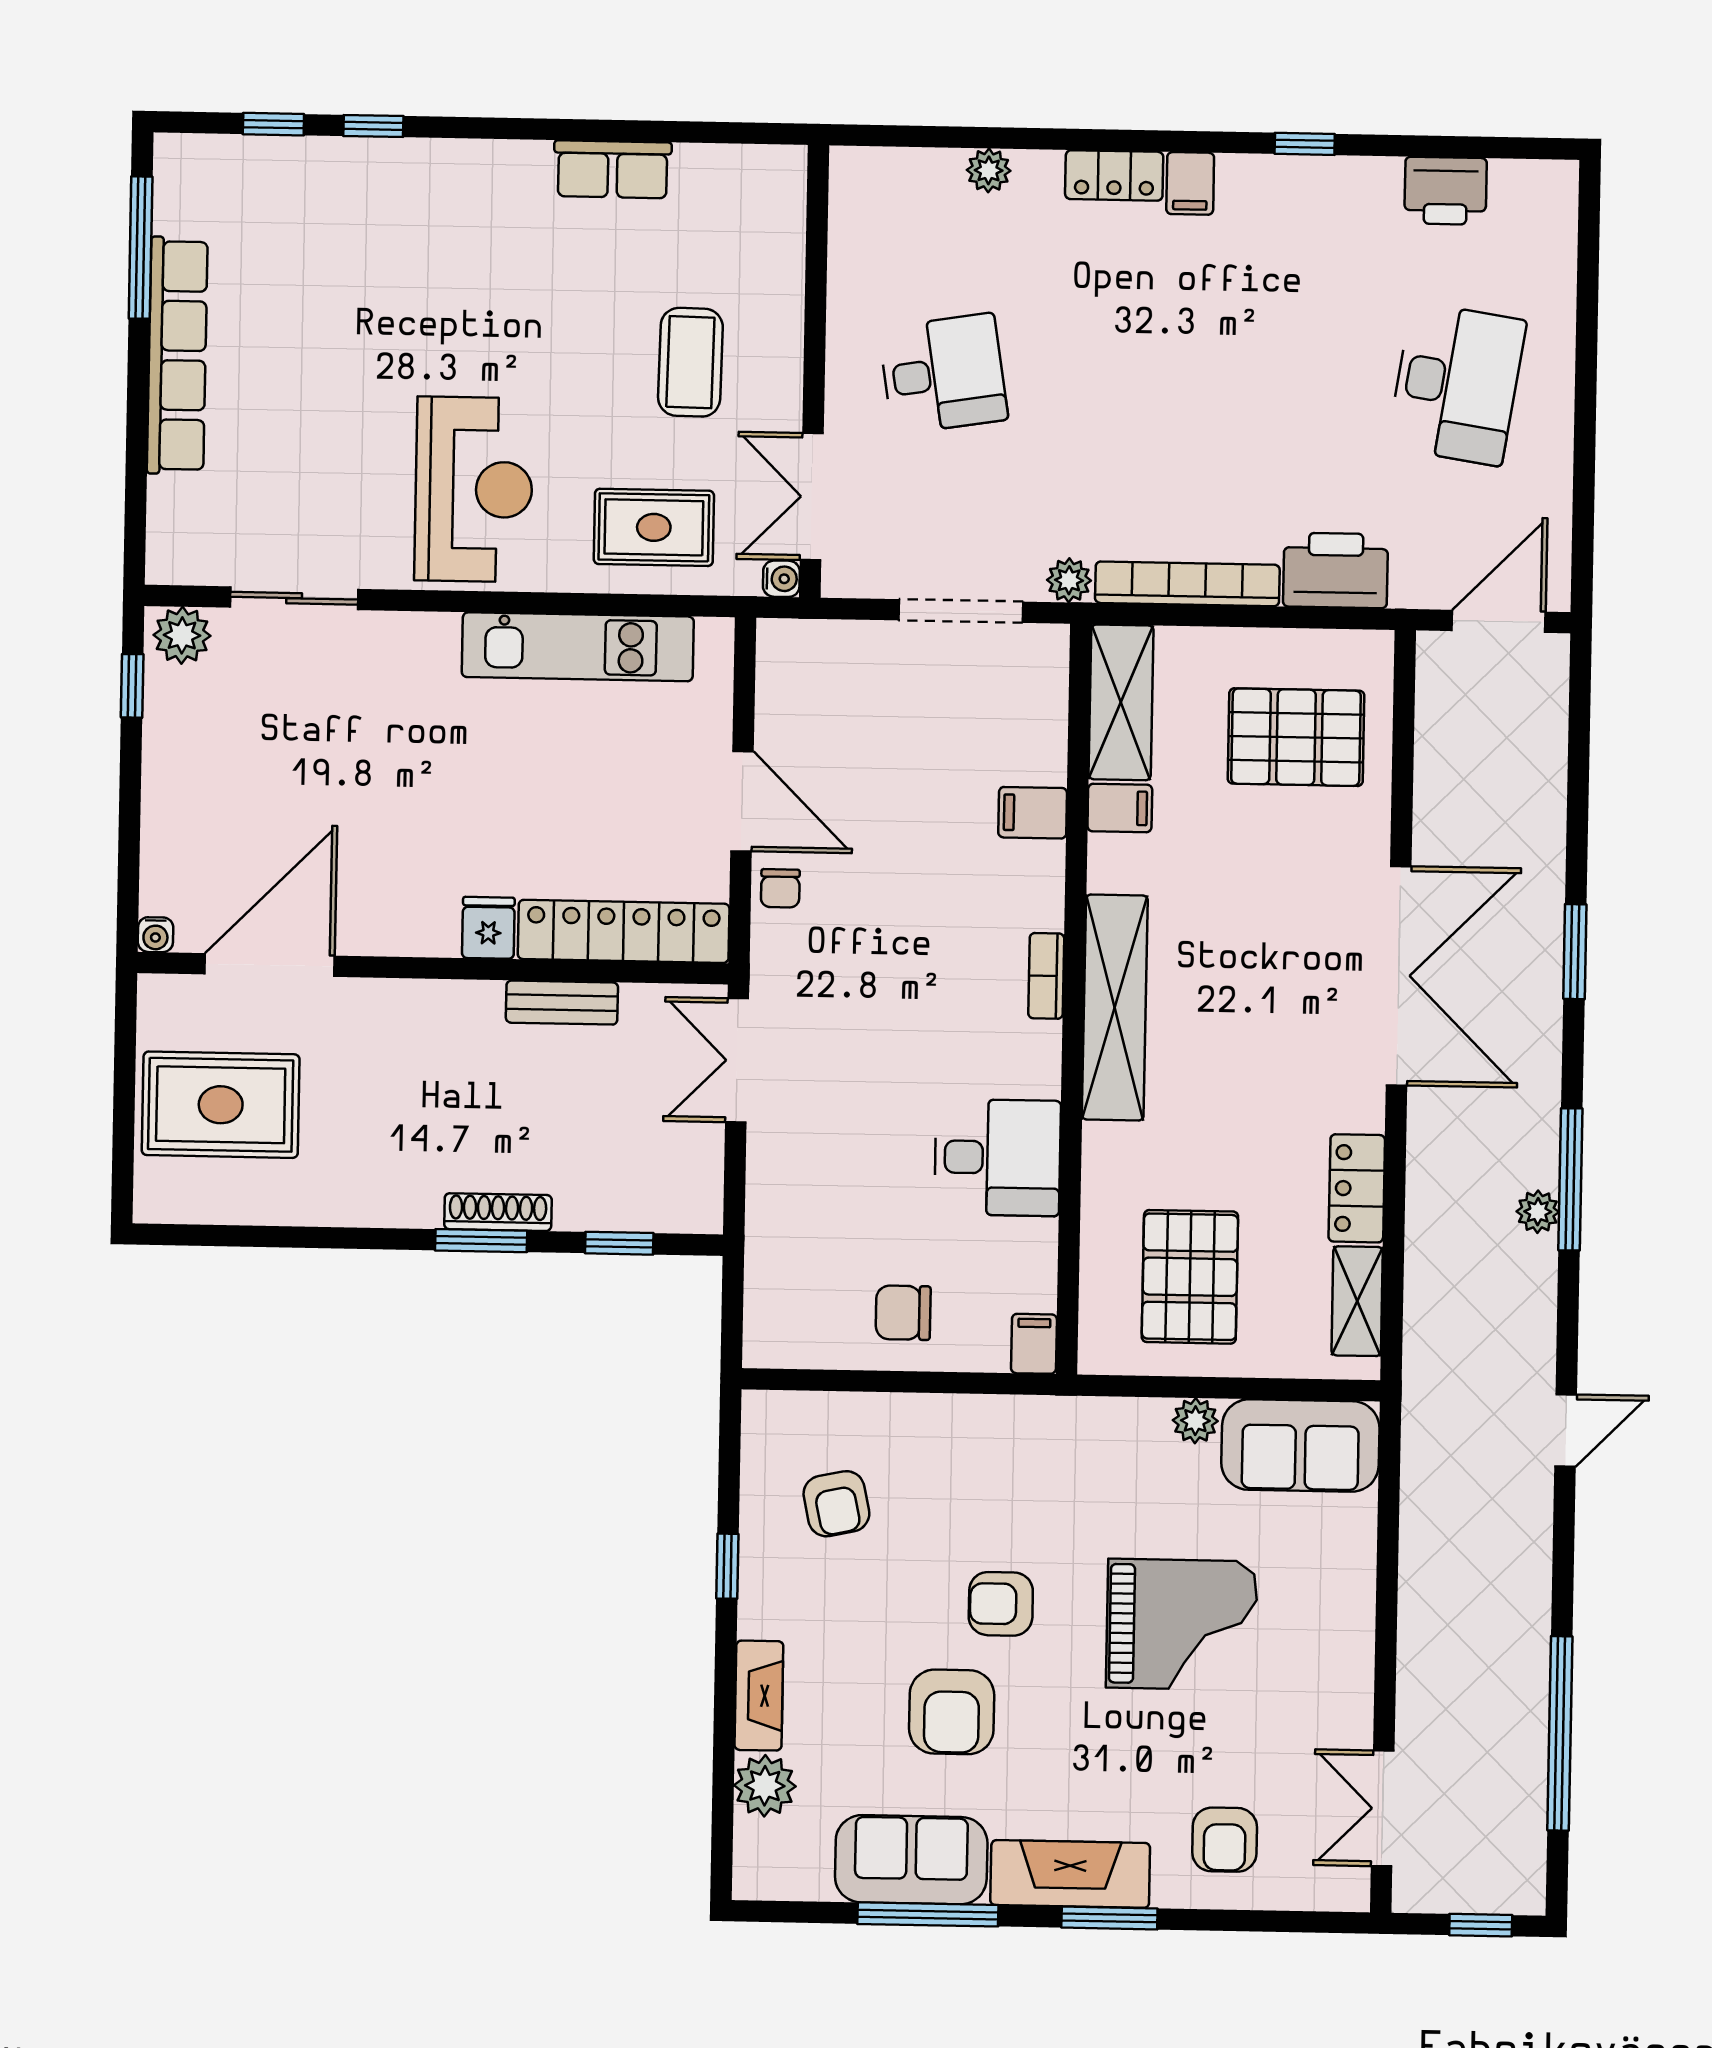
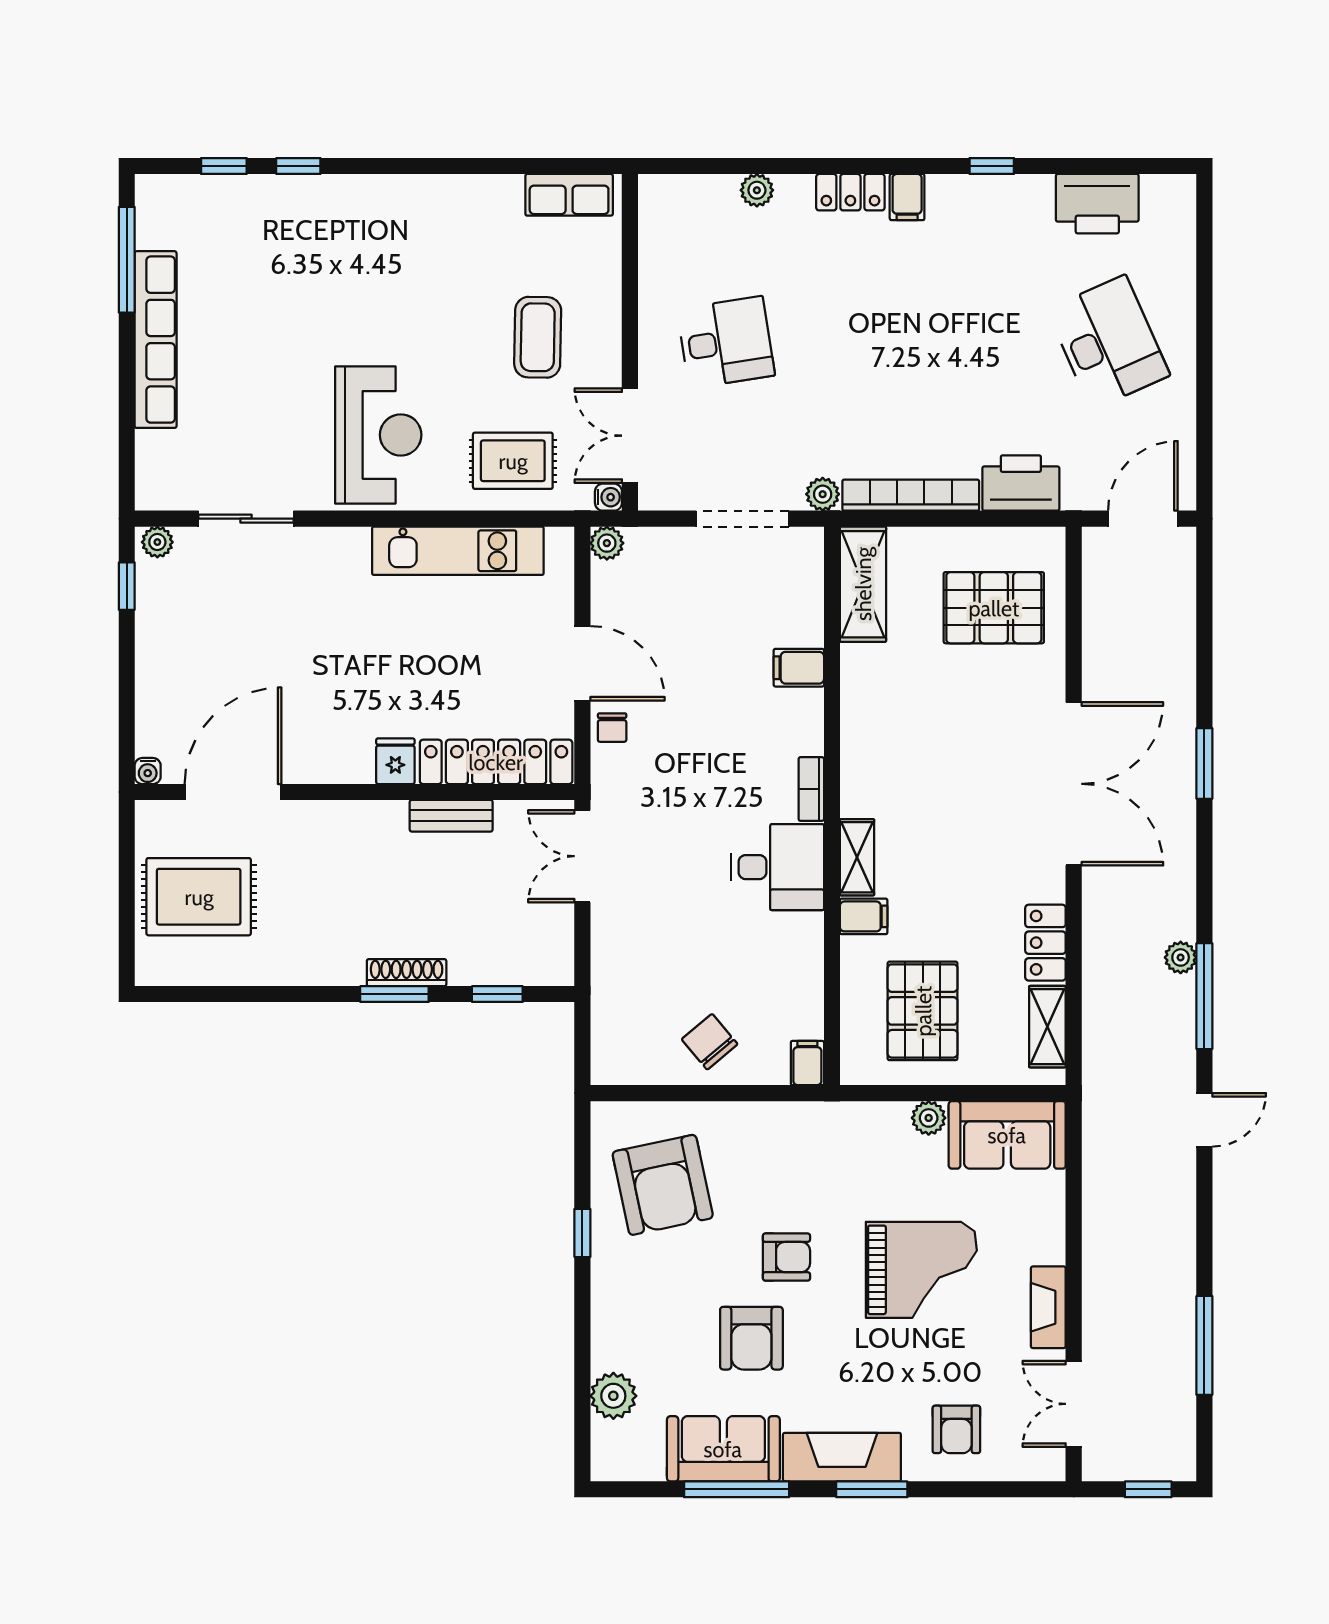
row of seats: (613, 169) -> (569, 195), moved
printer: (1446, 191) -> (1097, 204), width x1.37, depth x1.19
desk: (1457, 384) -> (1108, 342), turned -33
plant: (182, 635) -> (157, 542), width x0.73, depth x0.73
plant: (778, 640) -> (607, 543), added
filing cabinet: (1120, 808) -> (864, 916), moved
shelving: (1115, 1008) -> (857, 857), width x0.45, depth x0.75
desk: (997, 1157) -> (778, 867), moved
window: (1570, 1179) -> (1204, 996), moved
chair: (903, 1313) -> (710, 1042), turned 50
armchair: (836, 1504) -> (663, 1185), width x1.88, depth x1.88
armchair: (1001, 1604) -> (786, 1257), turned 180
fireplace: (759, 1696) -> (1048, 1307), moved, turned 180
window: (1560, 1733) -> (1204, 1345), width x0.68

